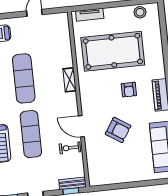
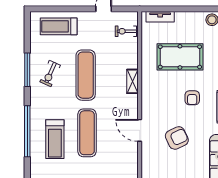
pool table: (113, 51) -> (180, 57), width x0.73, depth x0.76
armchair: (118, 130) -> (177, 138), turned -58
exercise bike: (70, 148) -> (126, 31), moved

